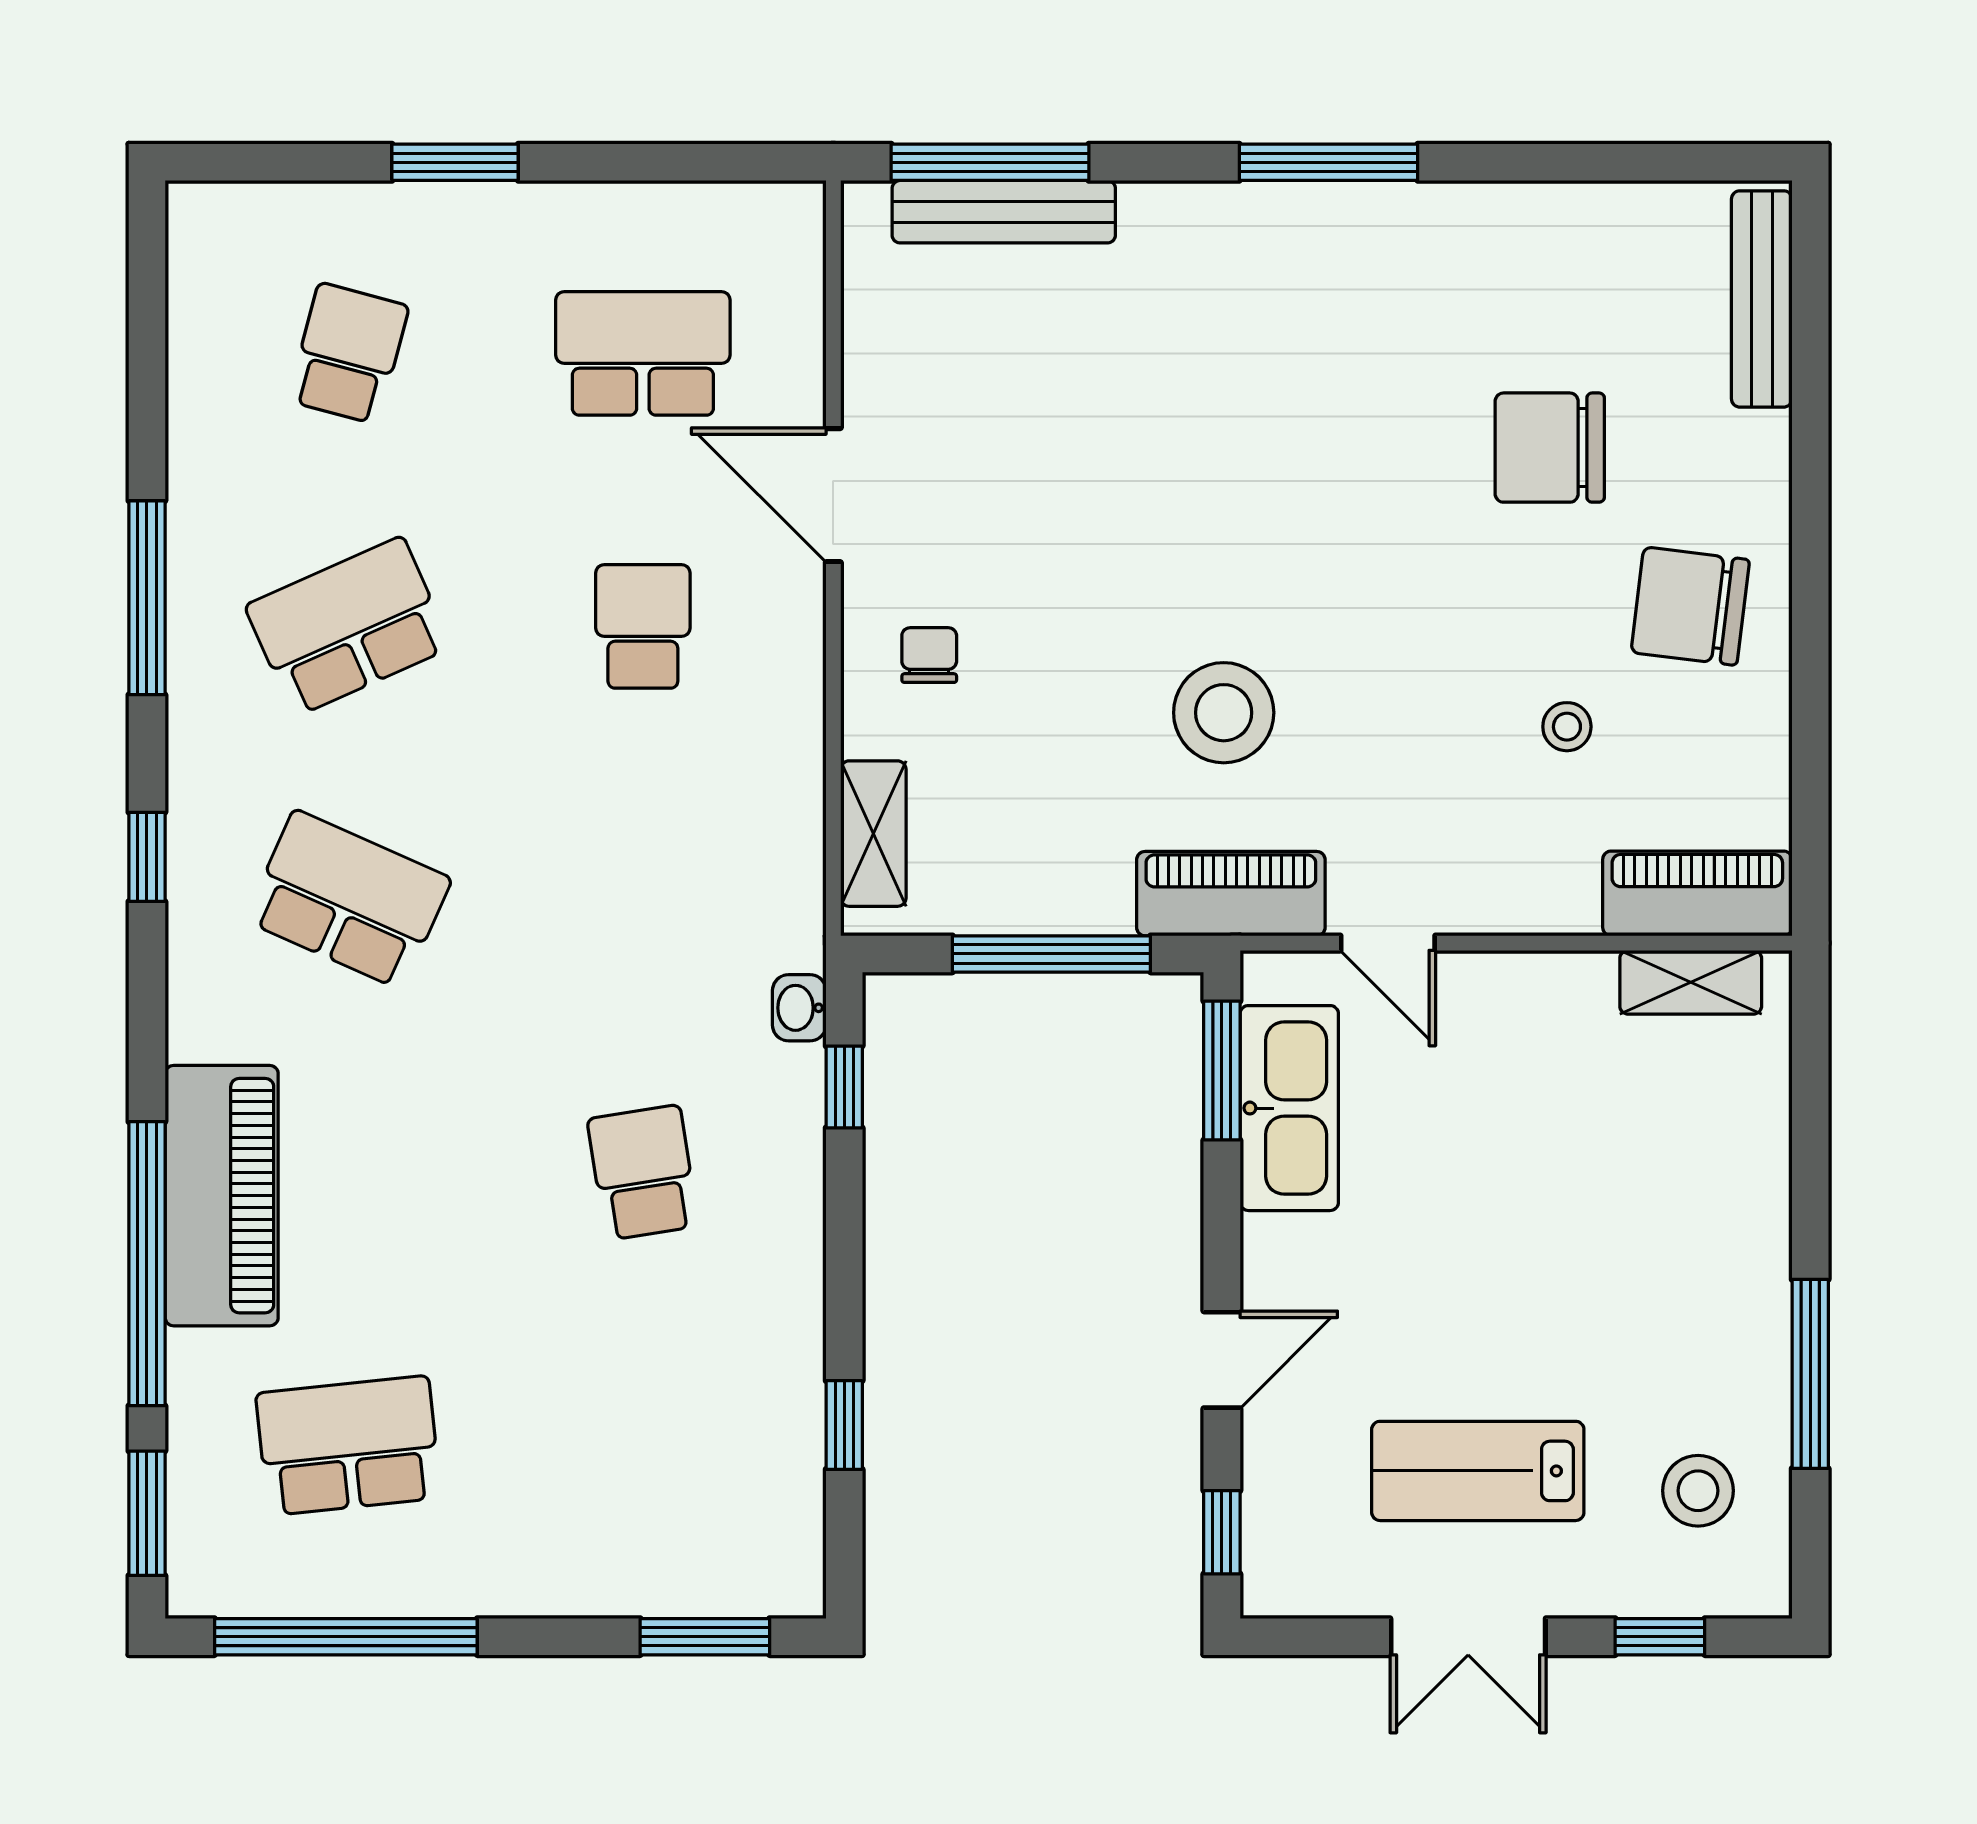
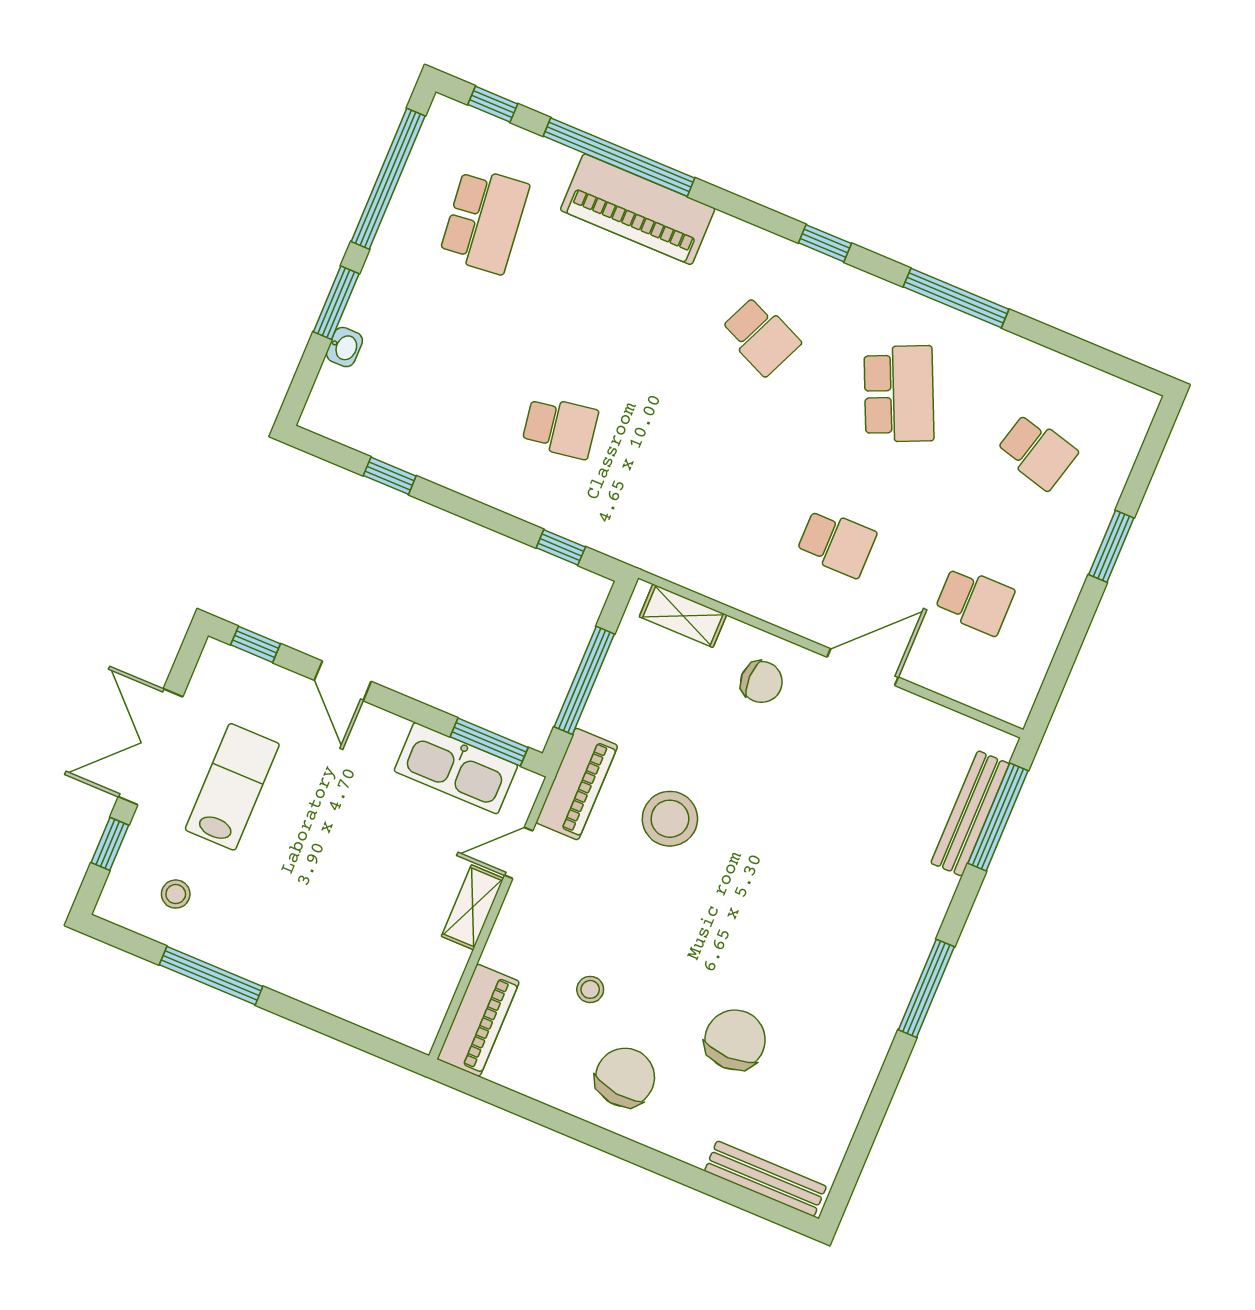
school desk: (643, 353) -> (975, 601), width x0.54
chair: (929, 655) -> (761, 682), width x1.37, depth x1.37
school desk: (348, 899) -> (761, 336), width x0.54
shelving: (1691, 982) -> (473, 907), moved
washbasin: (799, 1008) -> (344, 347), moved, turned 90
stool: (1698, 1491) -> (176, 894), width x0.73, depth x0.73
window: (147, 1513) -> (493, 104), width x0.67
window: (705, 1637) -> (336, 303), moved
double door: (1468, 1637) -> (150, 747), width x1.37

